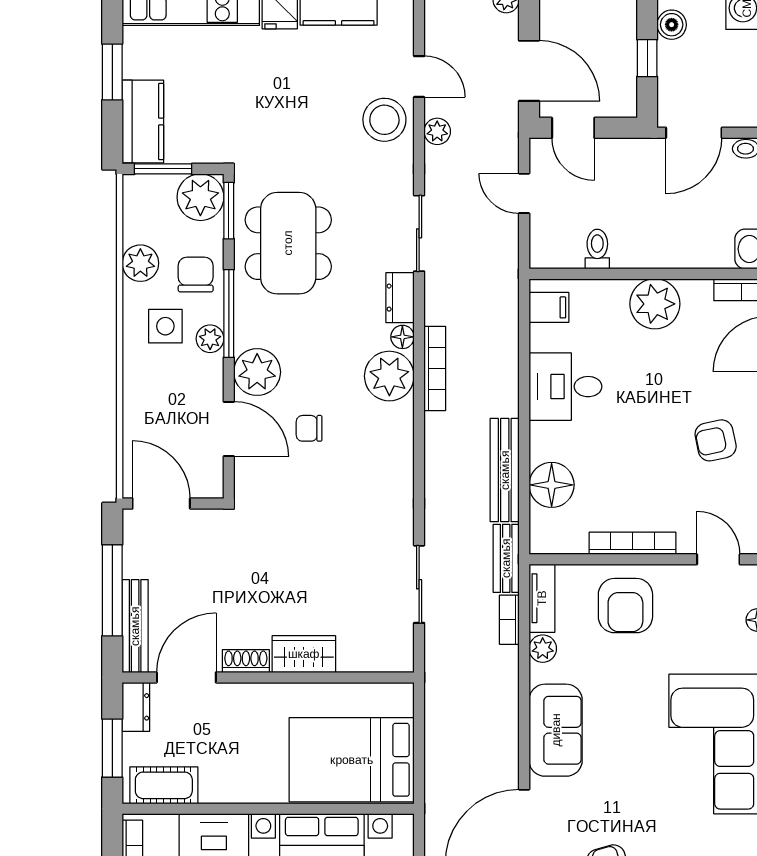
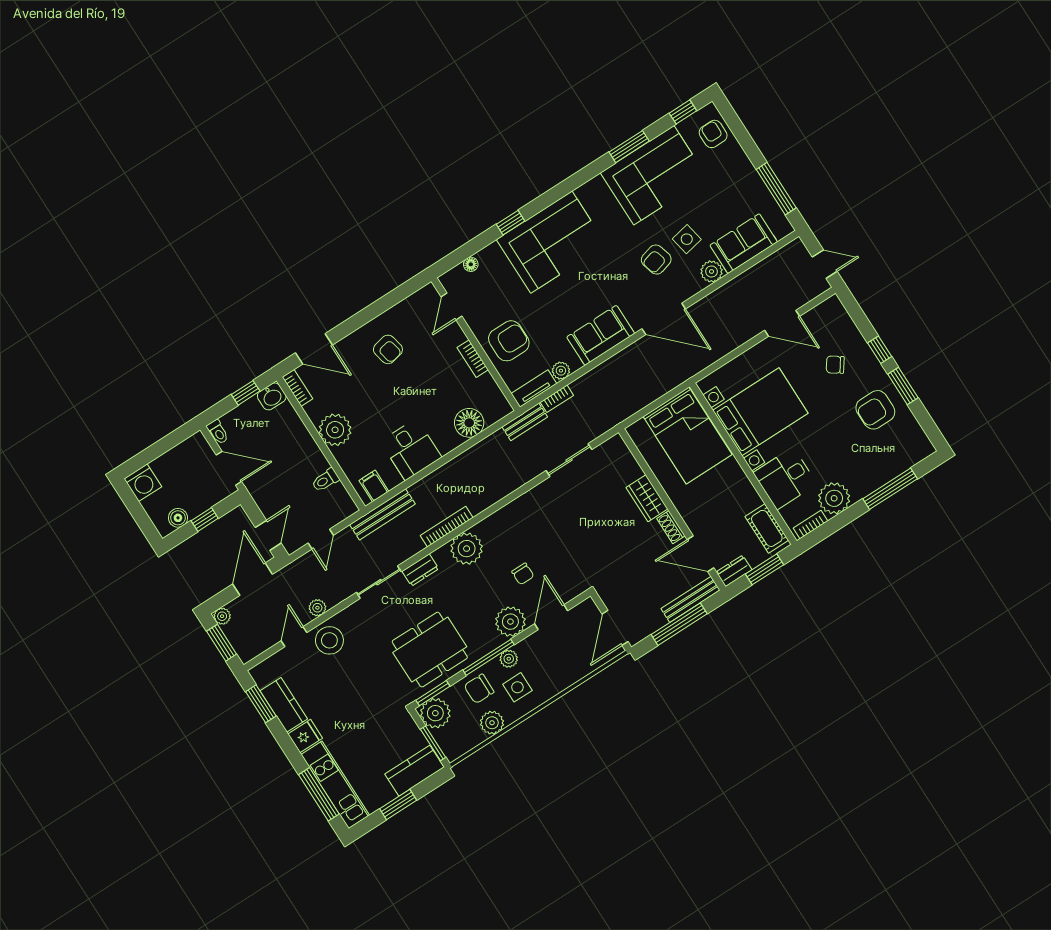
floor lamp: (402, 337) -> (441, 555), removed
bench: (505, 470) -> (382, 514), moved
bookcase: (632, 543) -> (473, 359), width x0.64

